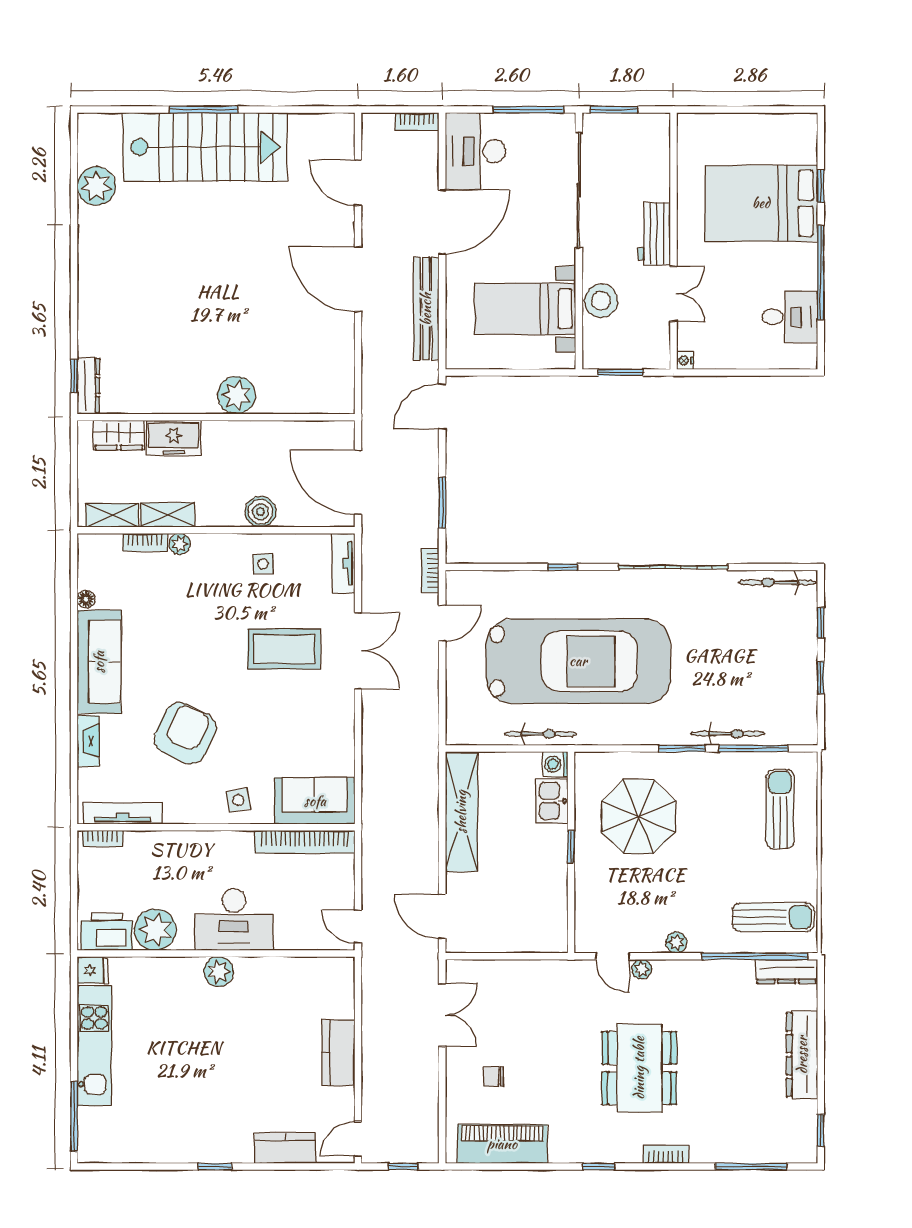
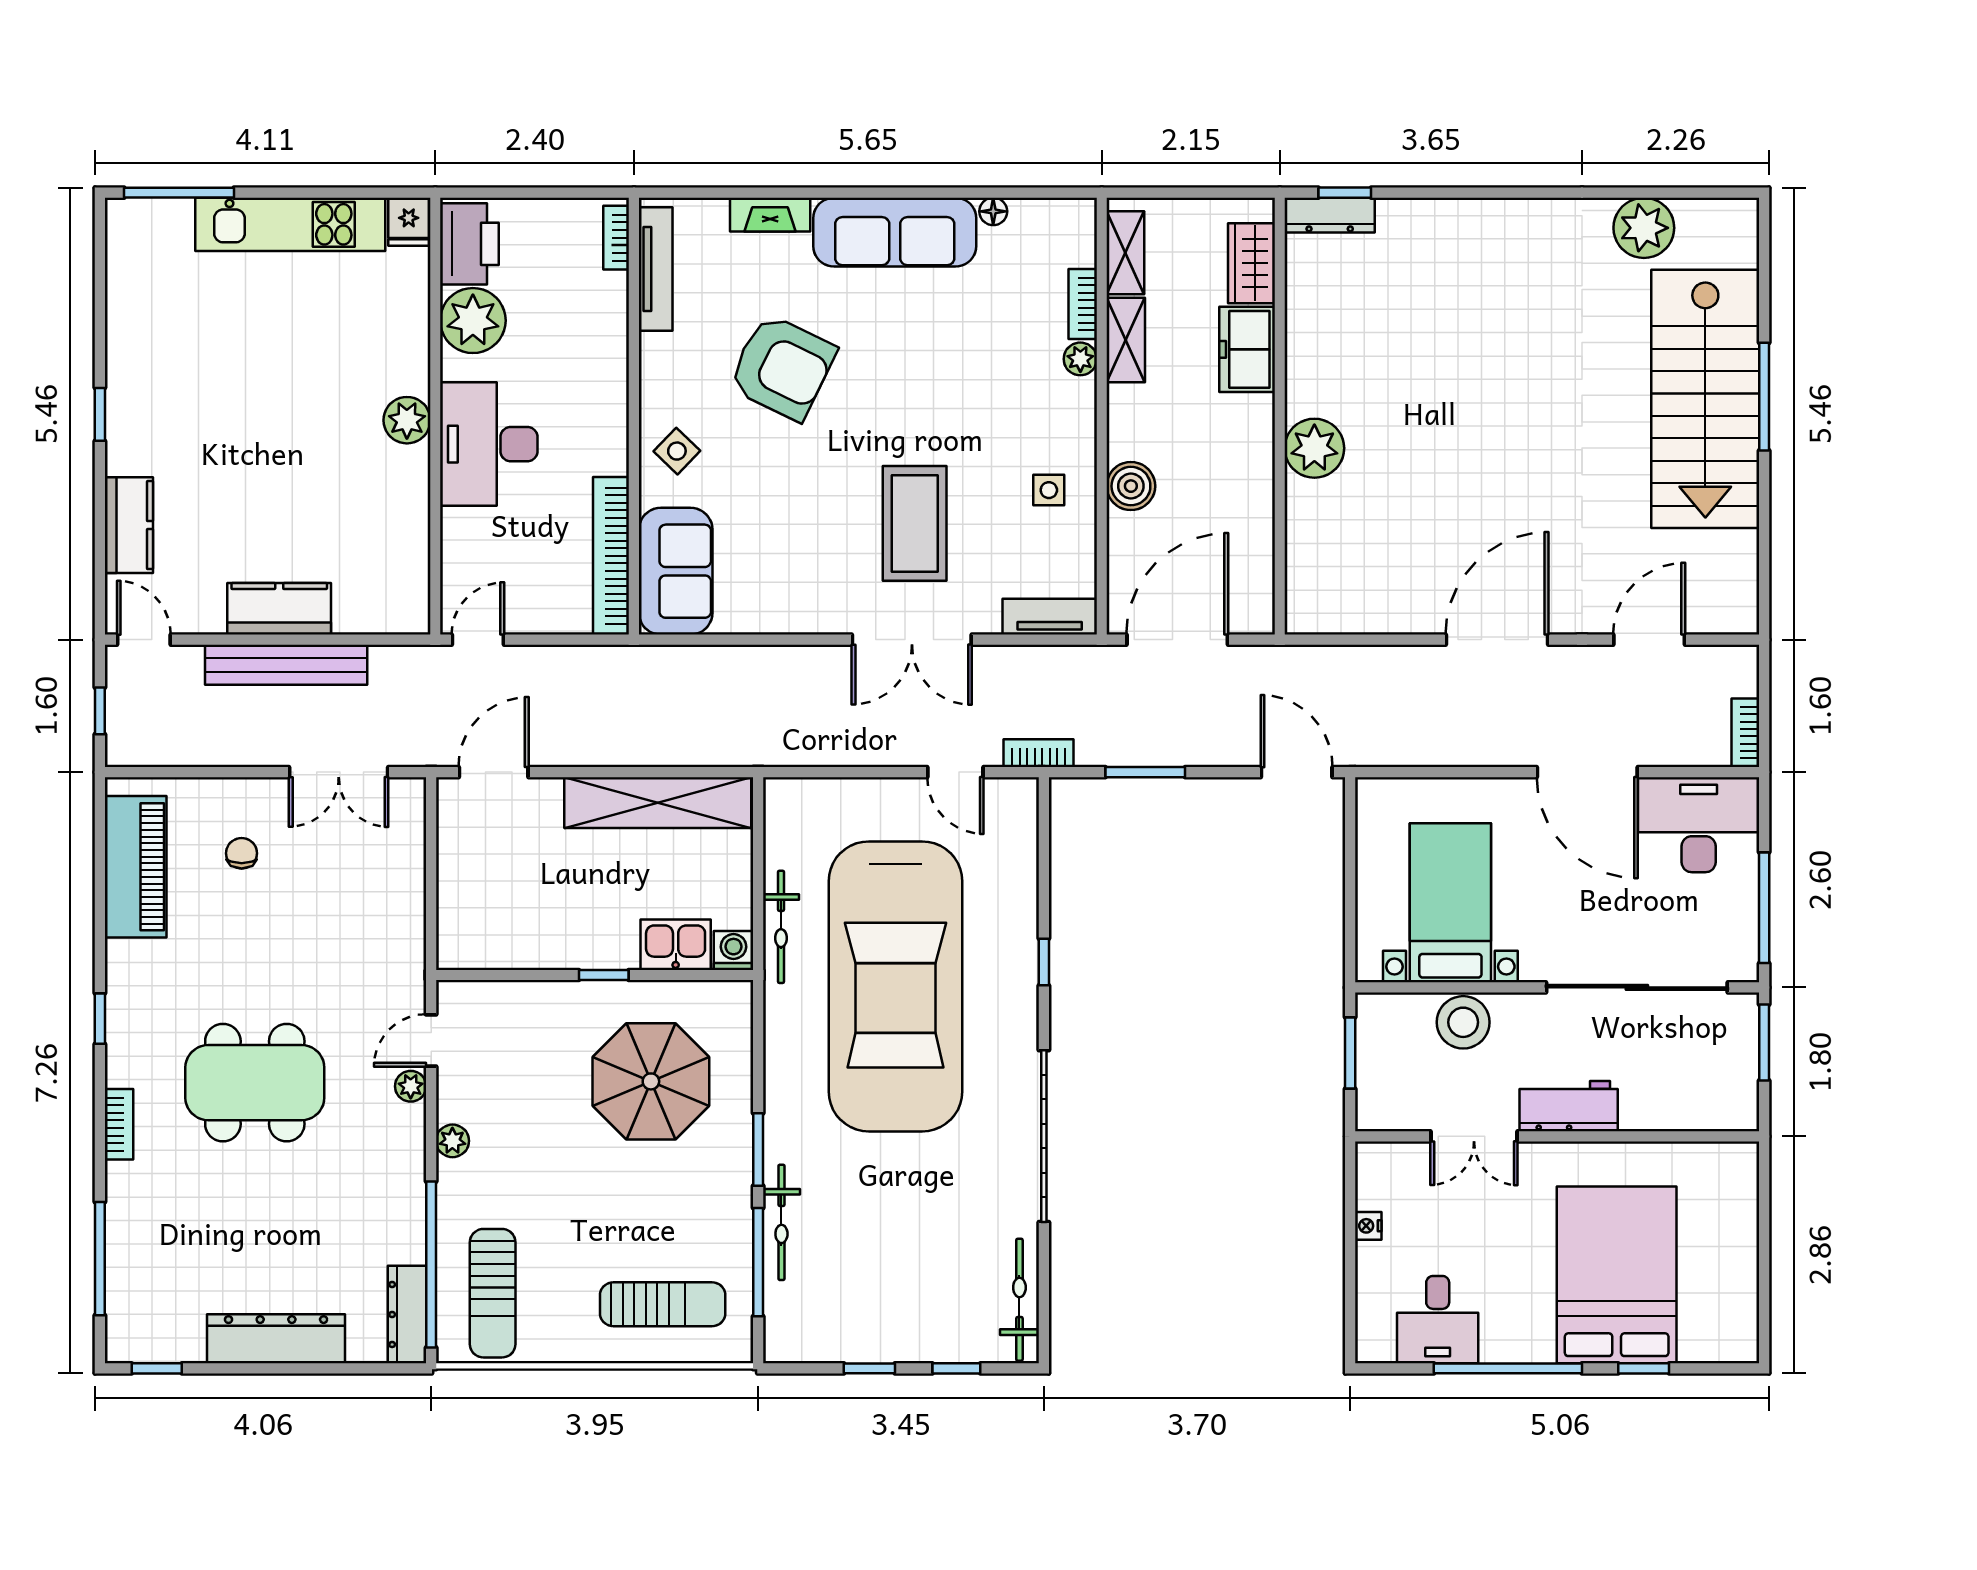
bench: (426, 309) -> (286, 665), moved
nightstand: (685, 360) -> (1368, 1226), moved, turned -90
side table: (238, 800) -> (677, 451), turned -36

